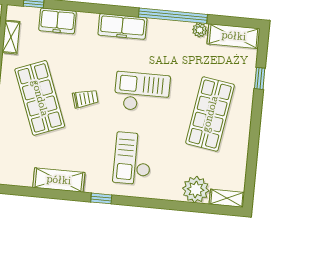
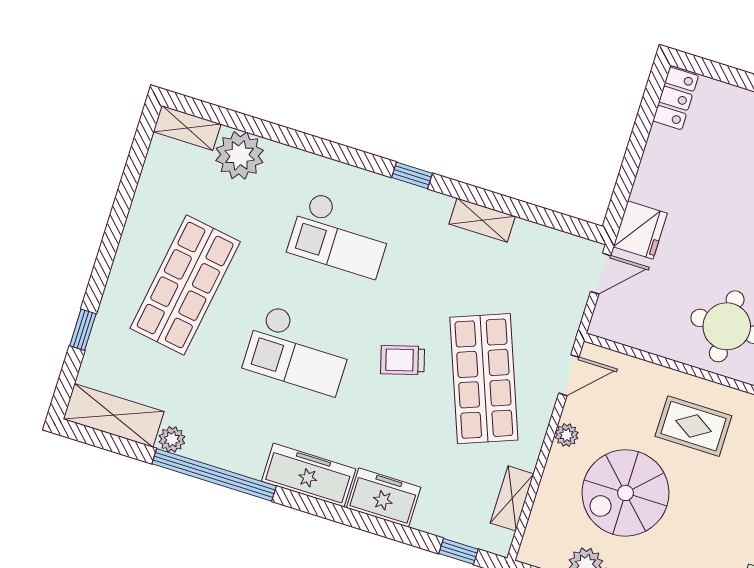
freezer: (58, 21) -> (384, 498), moved
checkout: (133, 159) -> (341, 235), turned 90
shelving: (59, 180) -> (482, 220), width x0.67, depth x0.75

